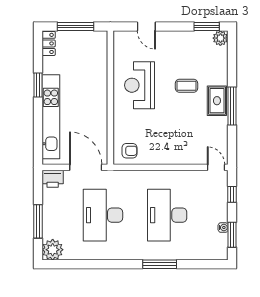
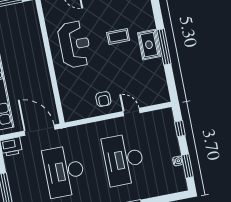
reception desk: (140, 85) -> (75, 44), turned 180
armchair: (129, 151) -> (103, 99), moved, turned 90
door: (216, 167) -> (132, 112), moved

